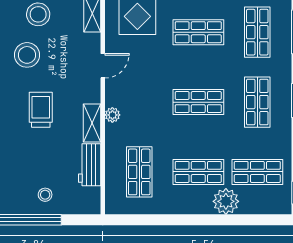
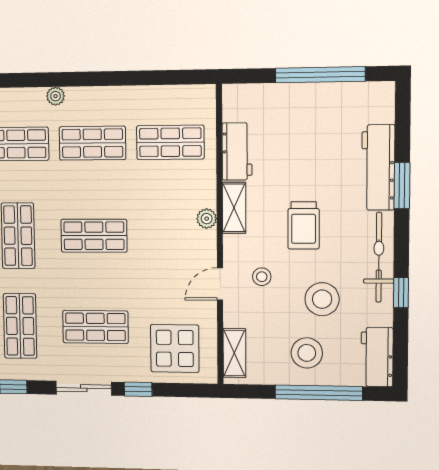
shop shelf: (139, 172) -> (170, 142), turned 90
stool: (45, 195) -> (262, 277), moved
plant: (226, 201) -> (56, 96), width x0.53, depth x0.53

